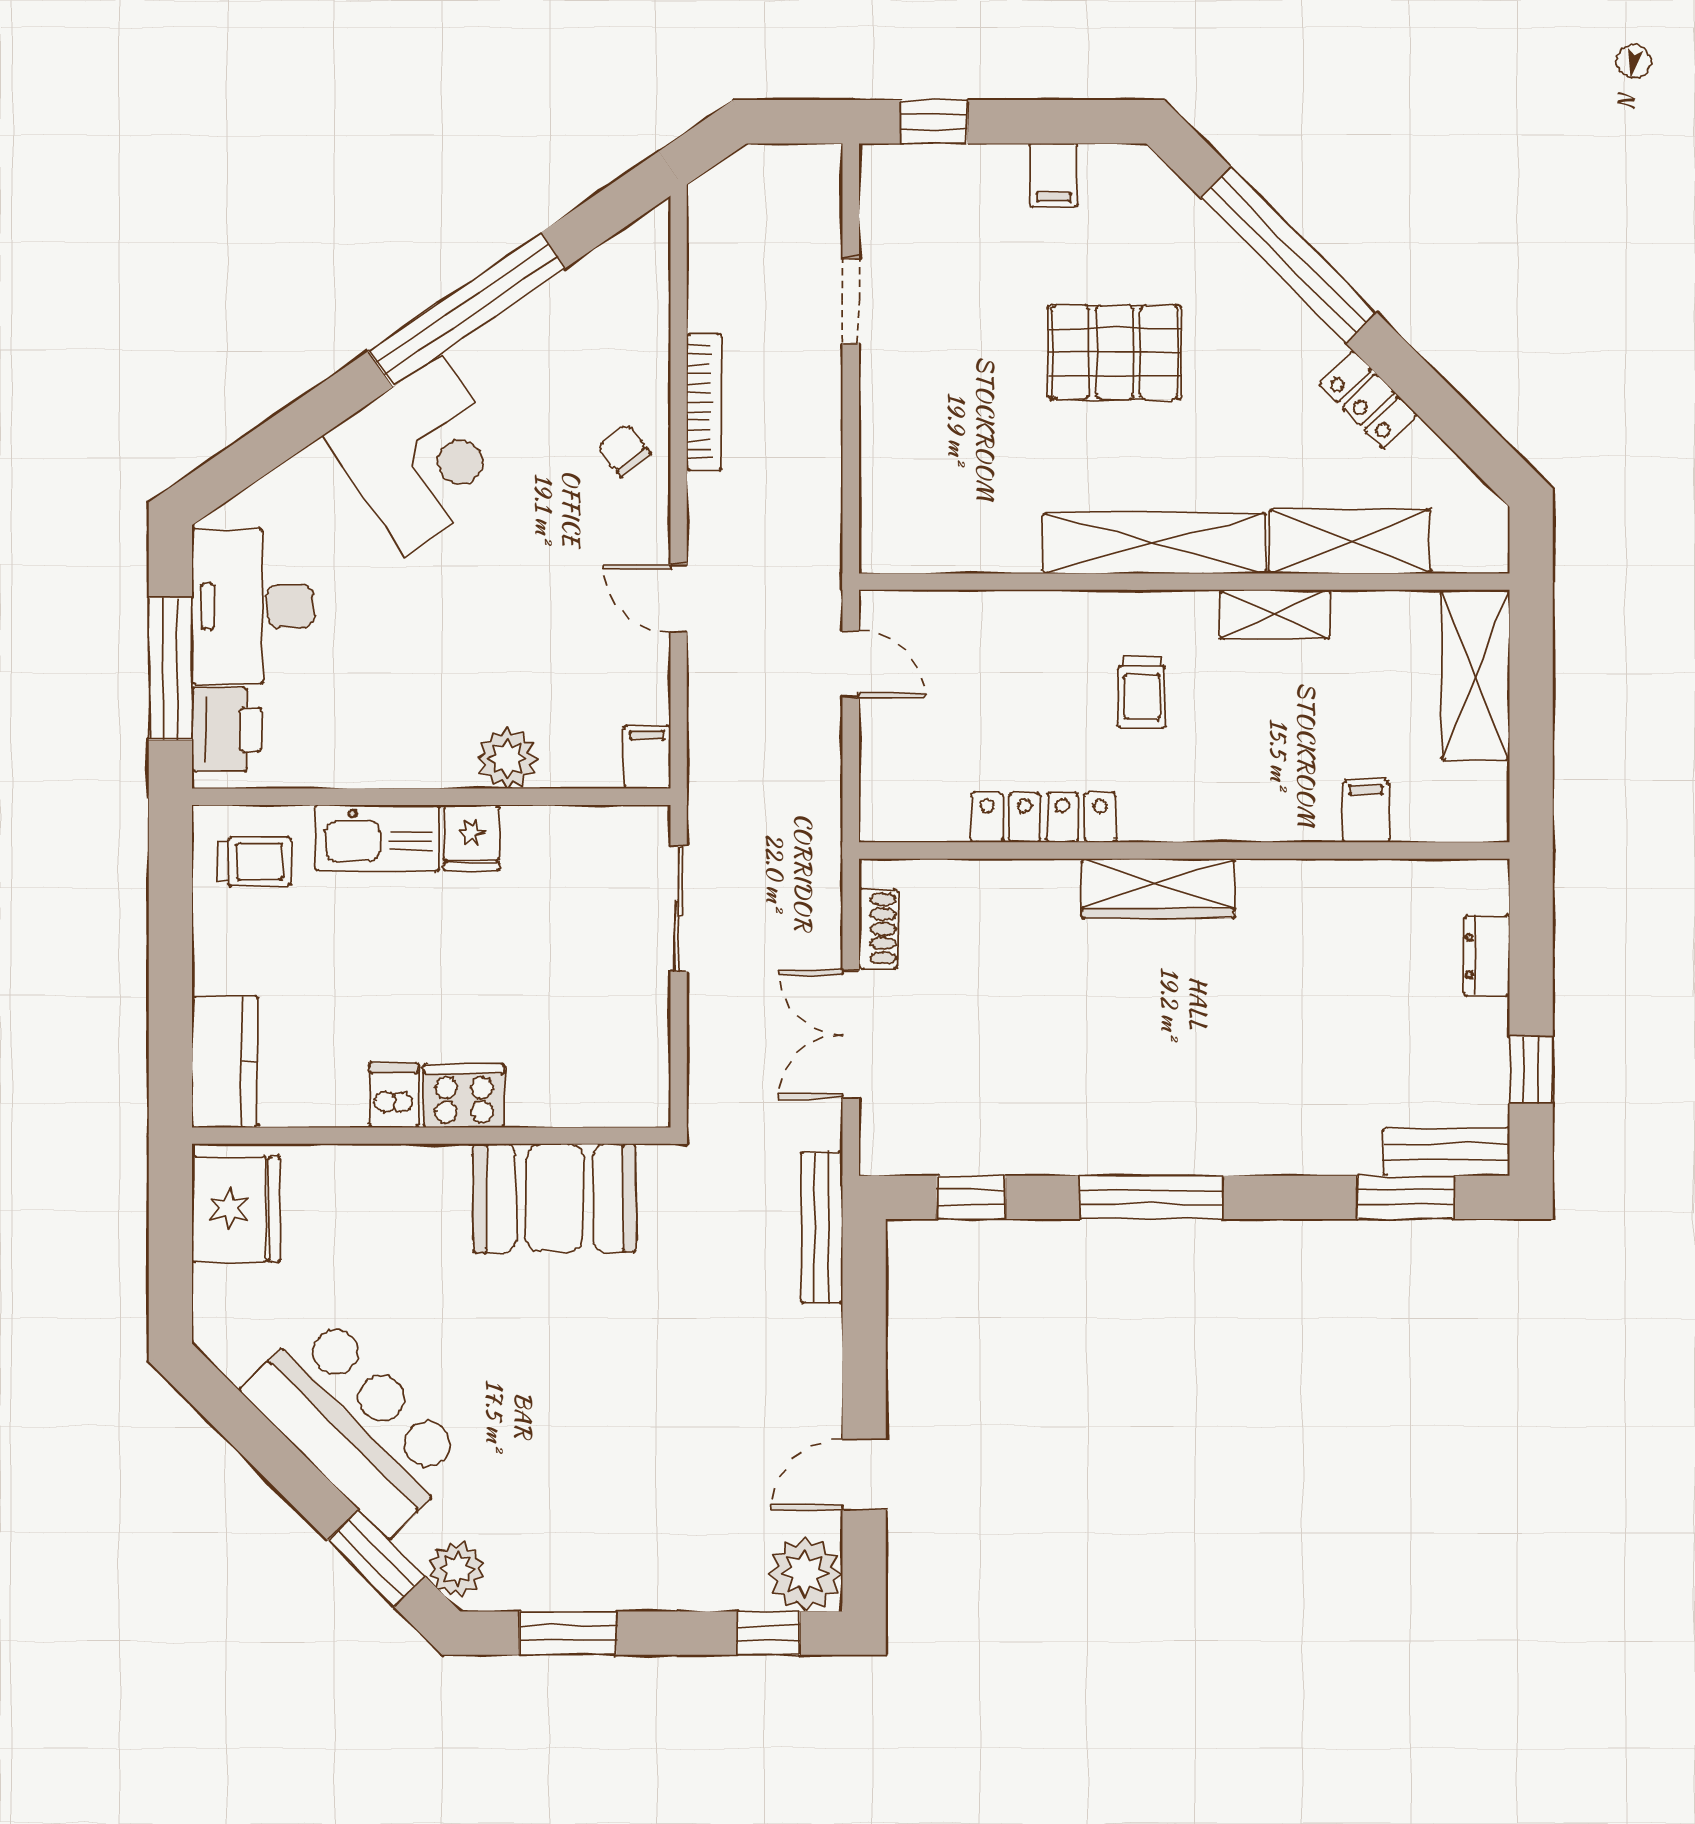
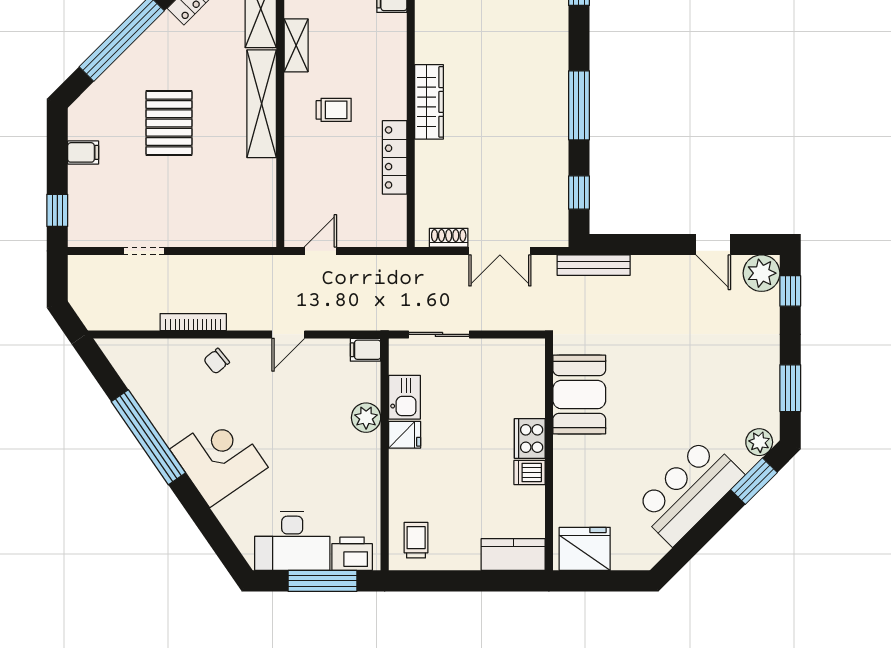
kitchen sink: (377, 838) -> (404, 397), moved, width x0.73

